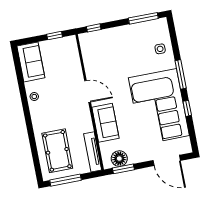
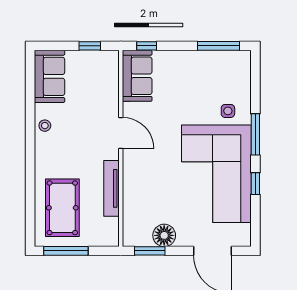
side table: (160, 49) -> (228, 111), moved
sofa: (105, 123) -> (137, 76), moved
tv unit: (93, 152) -> (111, 188), moved
floor lamp: (119, 159) -> (164, 235), moved

